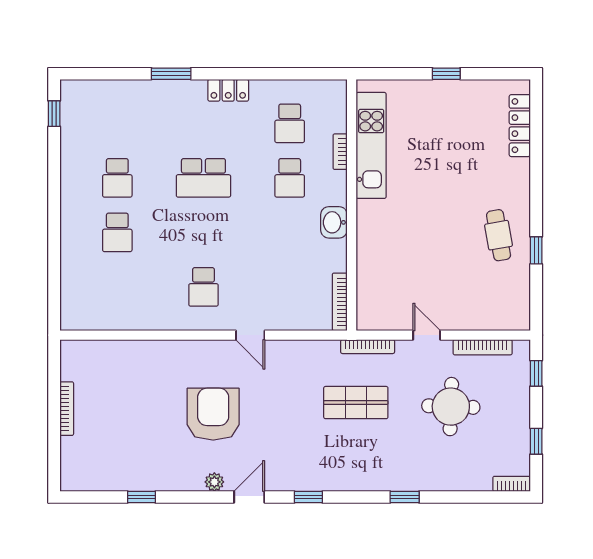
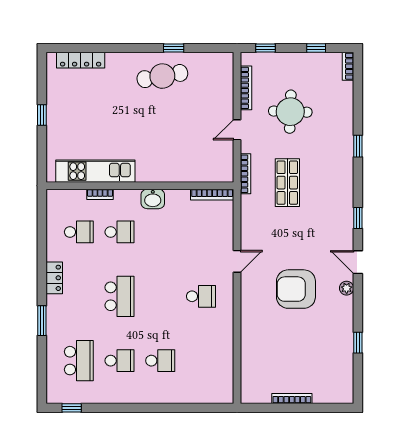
school desk: (117, 123) -> (79, 361), added
cafe table: (499, 235) -> (162, 76), width x1.37, depth x1.35

